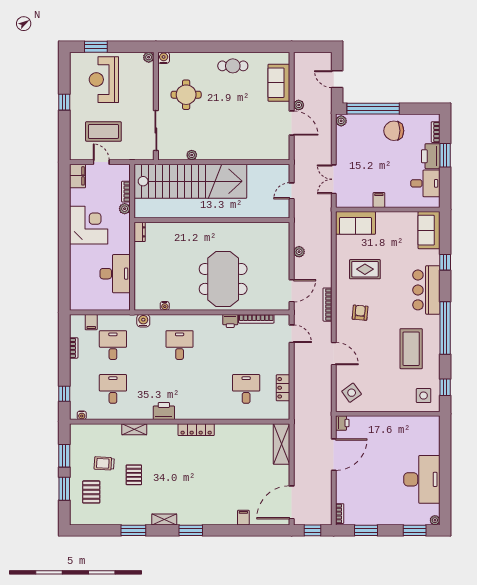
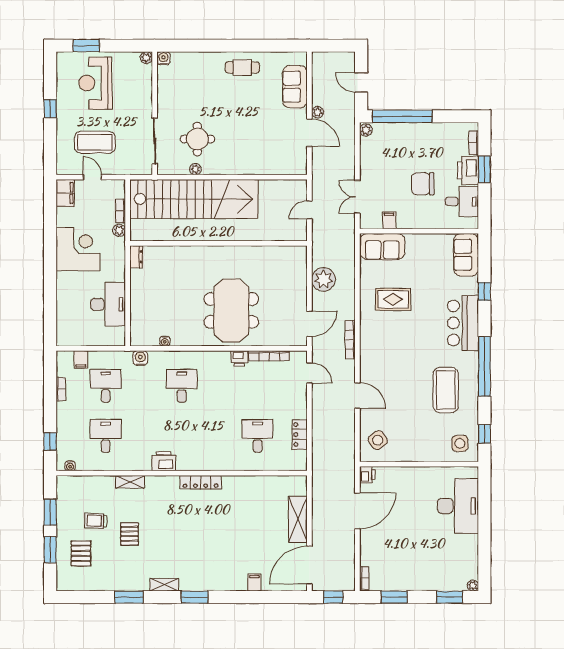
round table: (186, 95) -> (197, 139), moved
chair: (394, 131) -> (423, 184), moved
filing cabinet: (379, 200) -> (389, 220), moved
plant: (299, 252) -> (323, 279), width x1.88, depth x1.88
armchair: (360, 313) -> (387, 349), removed
shelving: (281, 444) -> (298, 519), moved
desk: (422, 479) -> (458, 506), moved

